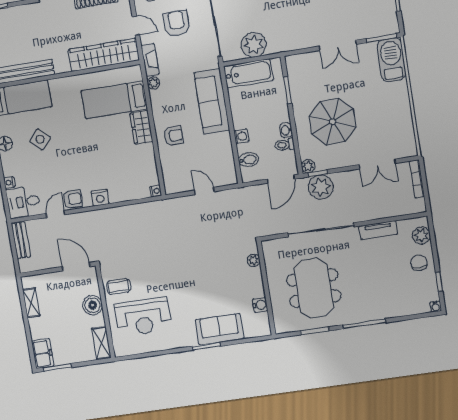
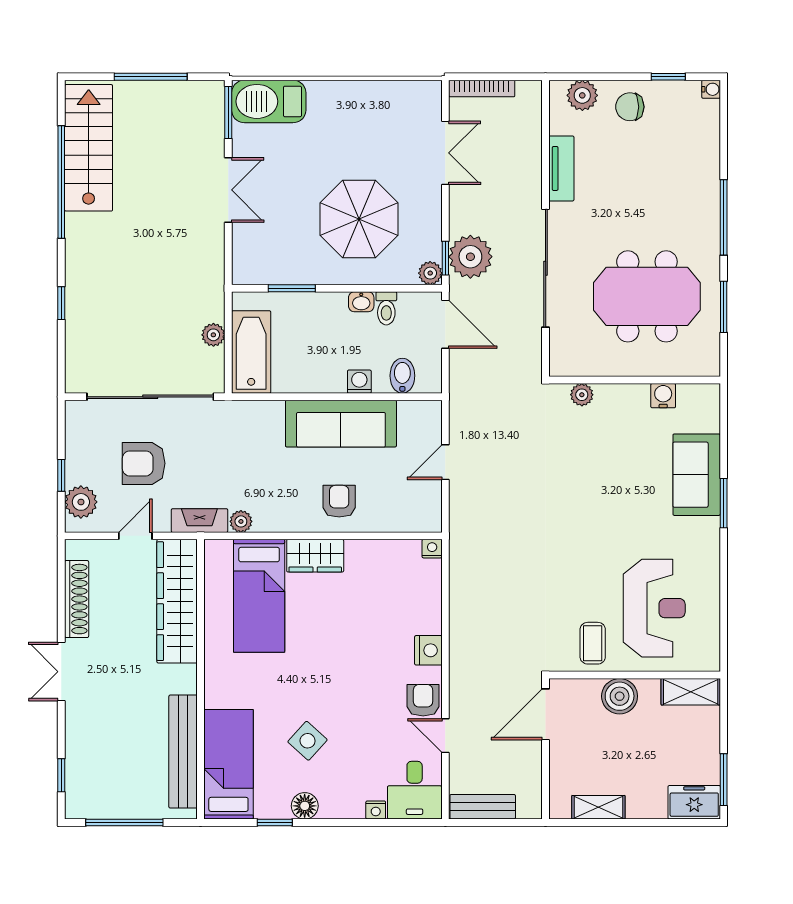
plant: (254, 45) -> (213, 335), width x0.53, depth x0.53
sofa: (212, 101) -> (341, 424), moved

